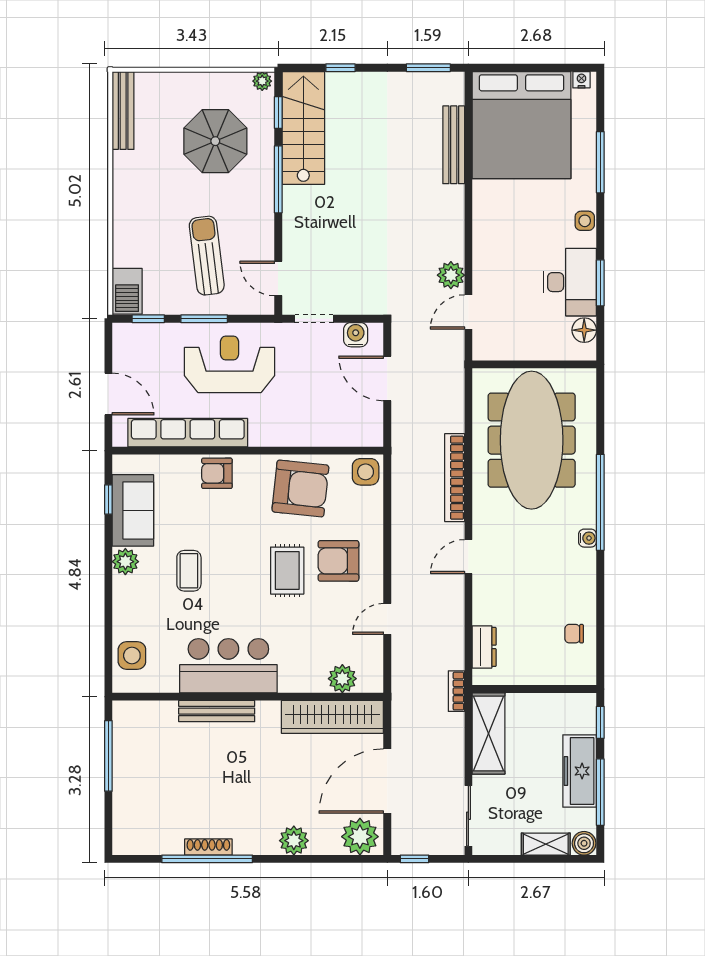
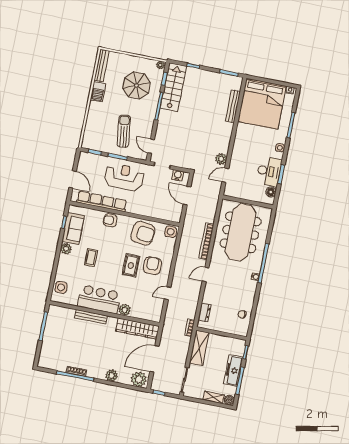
barbecue: (127, 291) -> (98, 92), moved
armchair: (338, 561) -> (152, 266), turned 90
plant: (342, 679) -> (125, 310), moved

